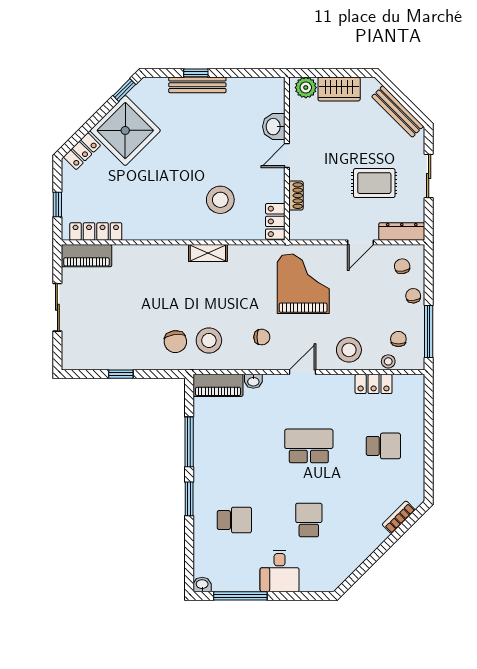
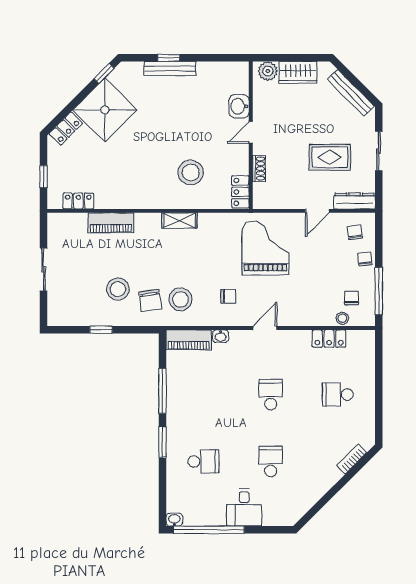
locker: (96, 232) -> (78, 201), width x0.66
piano: (86, 256) -> (111, 223), moved
stool: (349, 350) -> (118, 289), moved
school desk: (309, 446) -> (271, 395), width x0.54
school desk: (383, 446) -> (338, 395), turned 180
window: (240, 596) -> (209, 530), width x1.46

